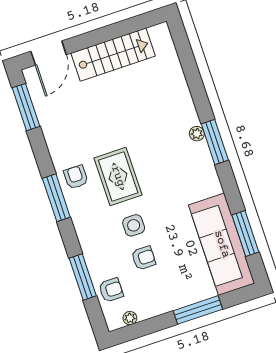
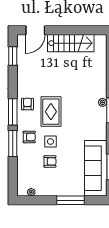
window: (26, 107) -> (13, 56), width x0.69
window: (83, 277) -> (13, 144), moved
armchair: (111, 290) -> (29, 137), moved

